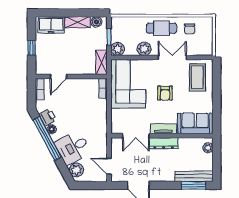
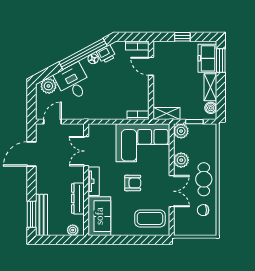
window: (53, 13) -> (221, 61), added
armchair: (165, 93) -> (133, 183), turned 180
dresser: (164, 143) -> (78, 199), moved

